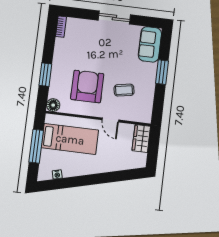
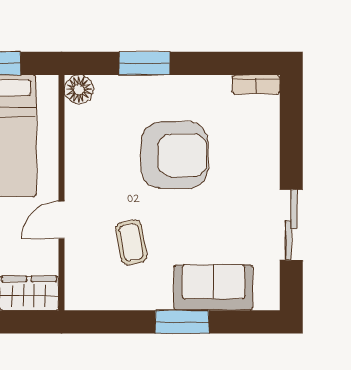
sliding door: (114, 17) -> (291, 225), moved
sofa: (150, 44) -> (213, 288), moved
armchair: (87, 86) -> (174, 155), moved

